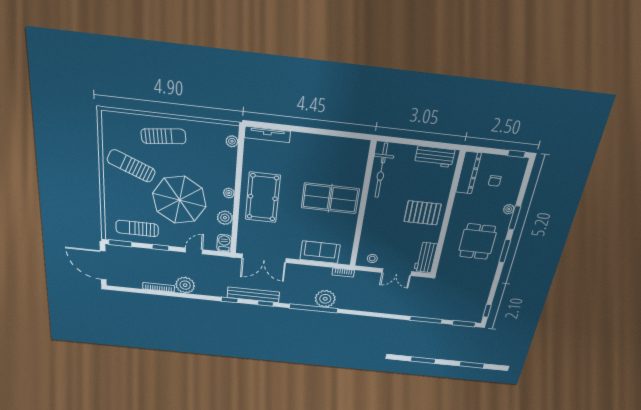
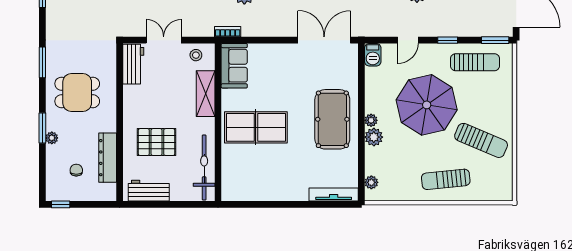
dresser: (468, 173) -> (108, 158), moved
pallet: (423, 213) -> (157, 142), moved
plant: (225, 218) -> (374, 137), moved
shelving: (369, 229) -> (206, 94), added
dining table: (478, 242) -> (77, 92), turned 90
window: (505, 251) -> (42, 62), moved
sofa: (320, 252) -> (234, 66), moved, turned -90

